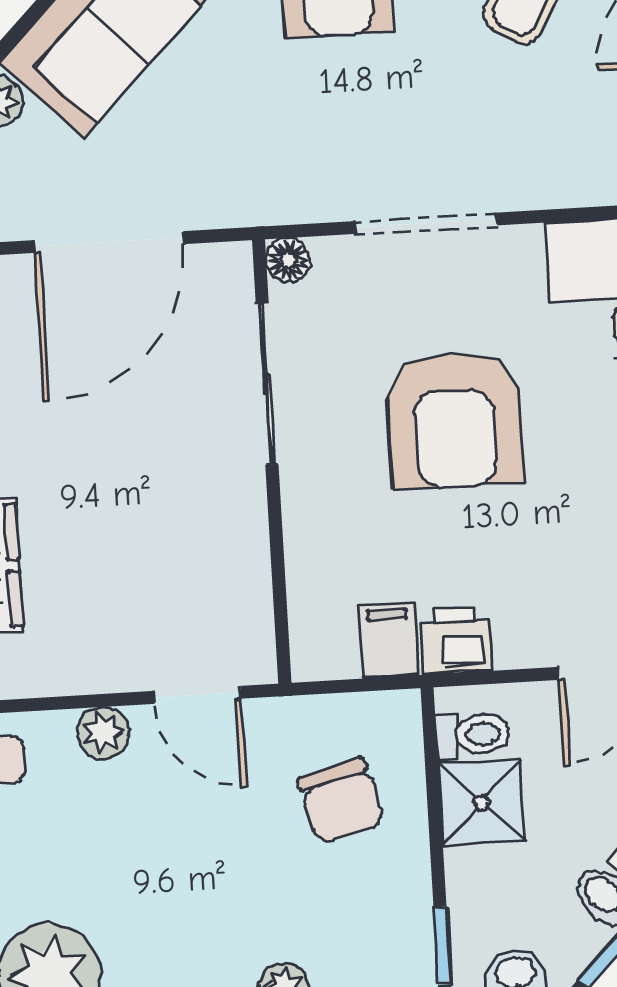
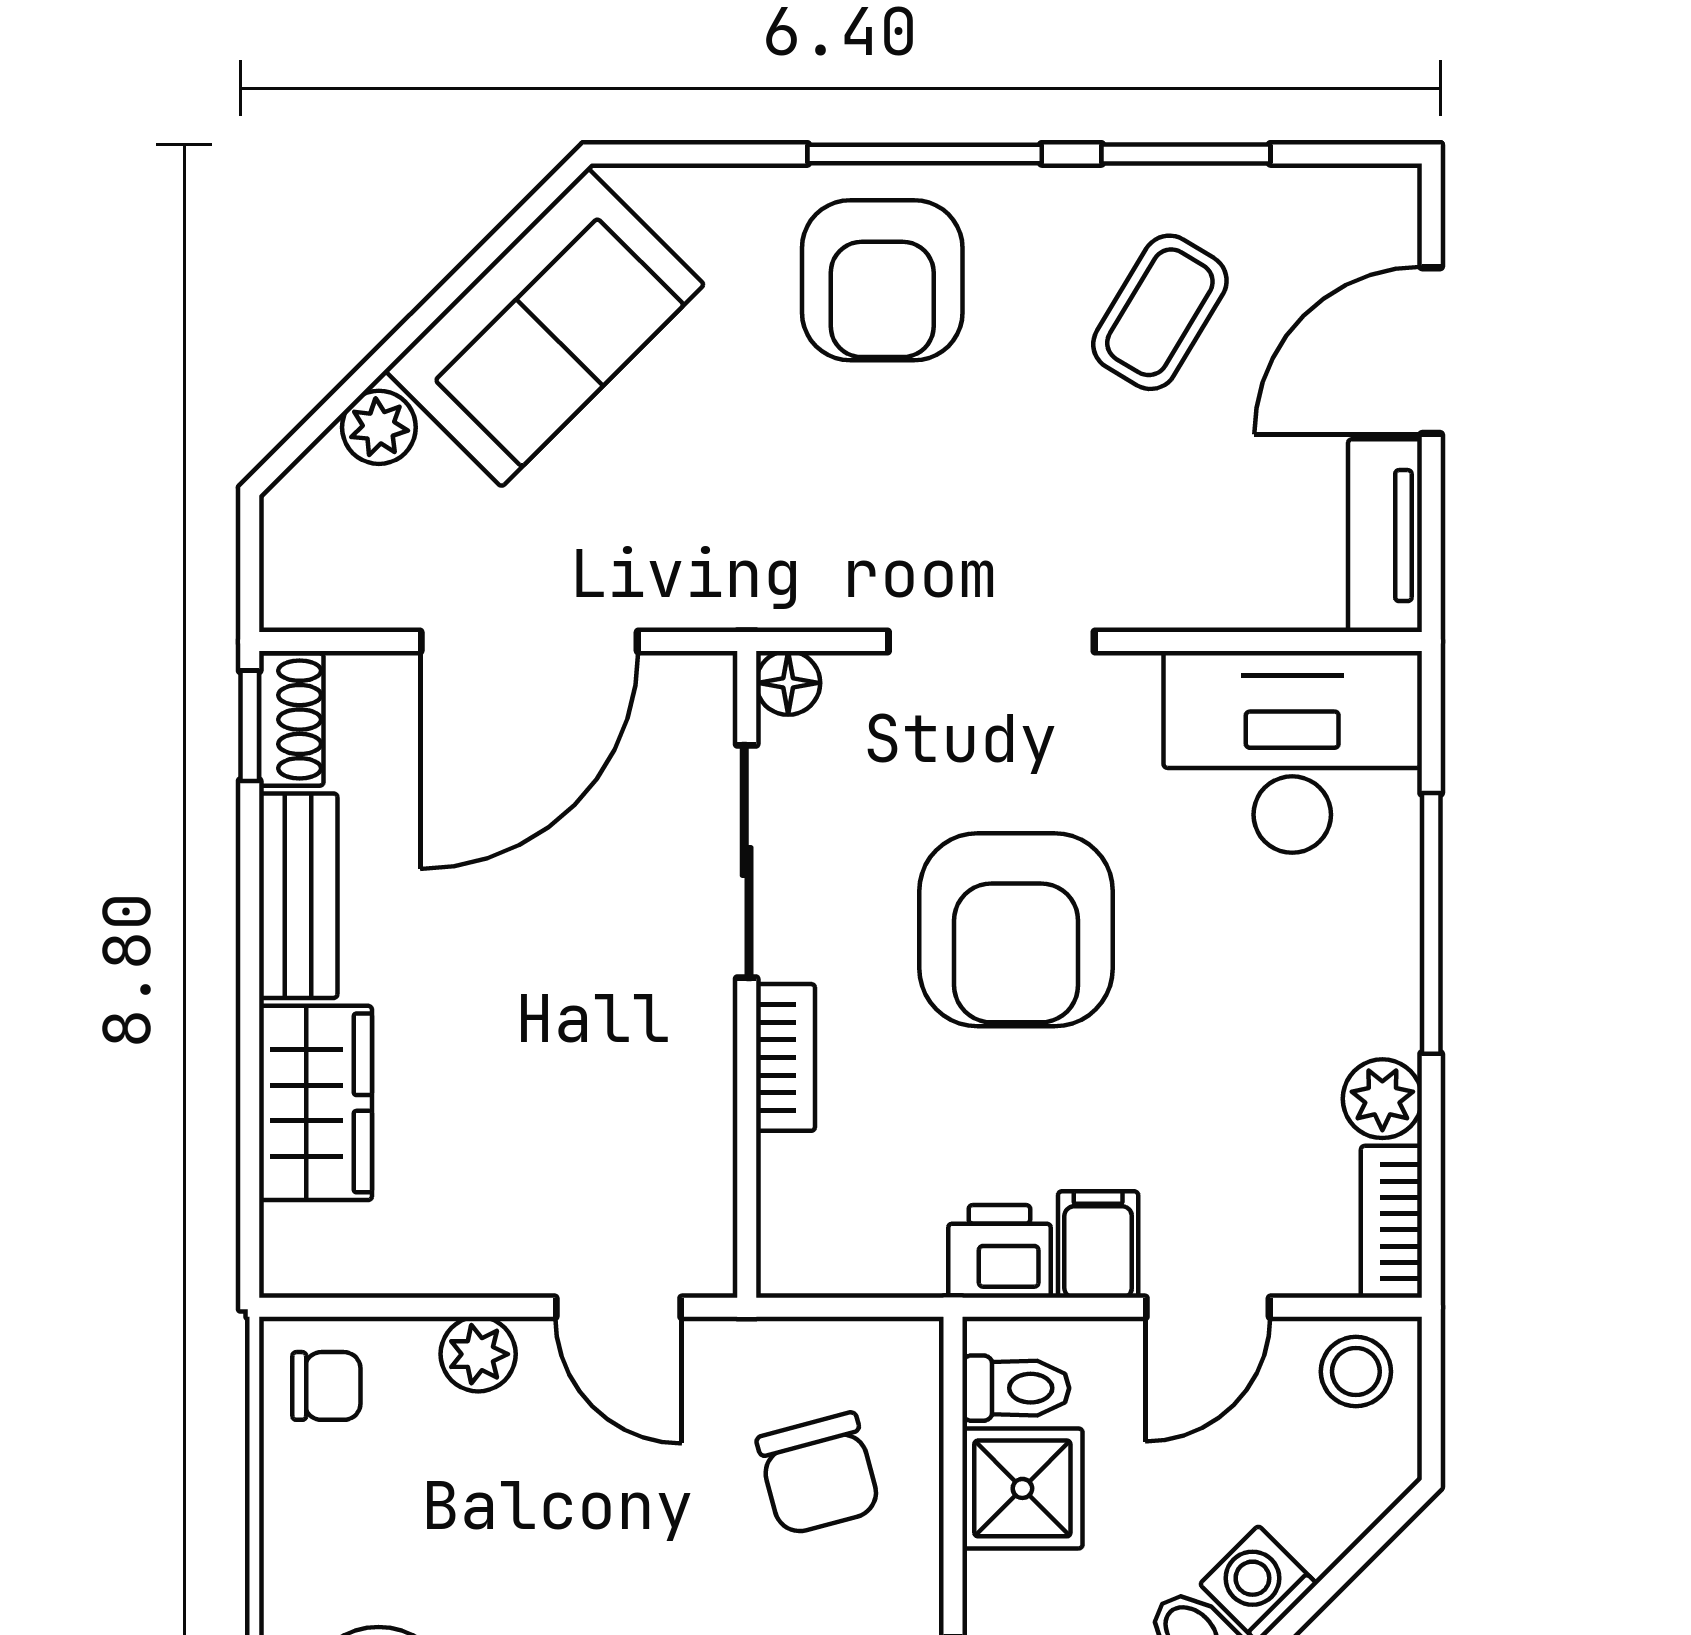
bookcase: (302, 517) -> (785, 1057), added
filing cabinet: (388, 640) -> (1098, 1245), moved

